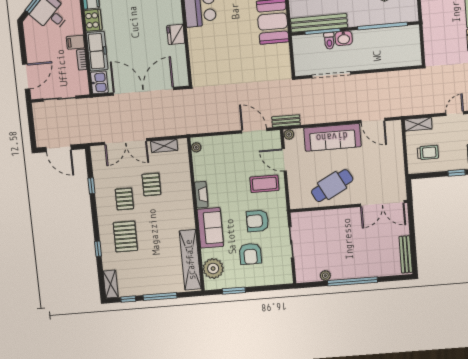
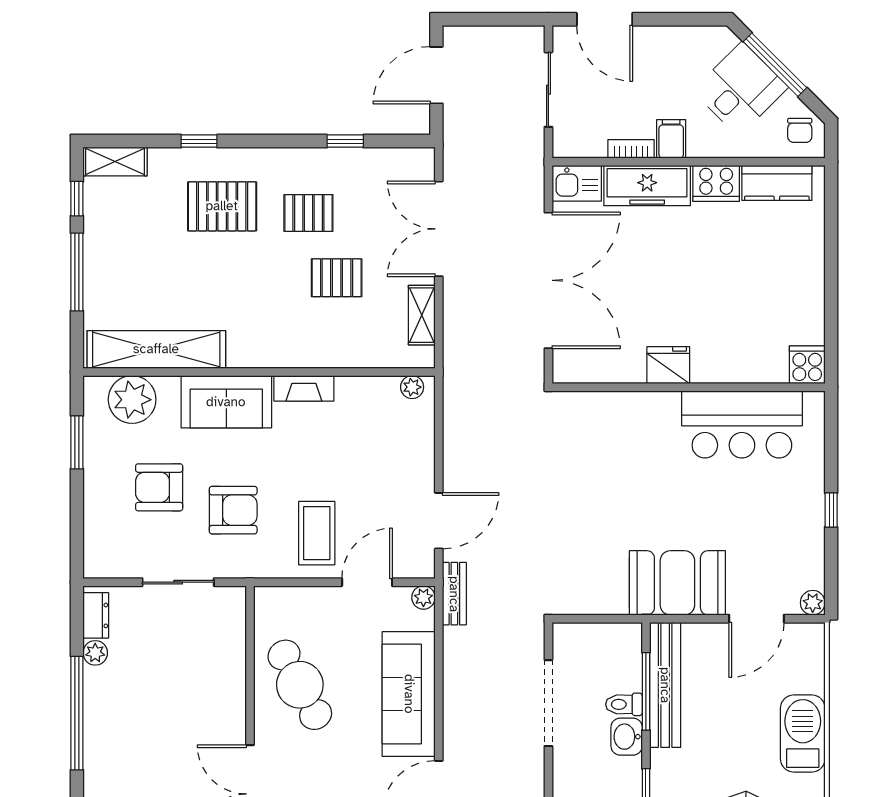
armchair: (258, 221) -> (233, 510), turned 90
dresser: (309, 277) -> (96, 615), added

